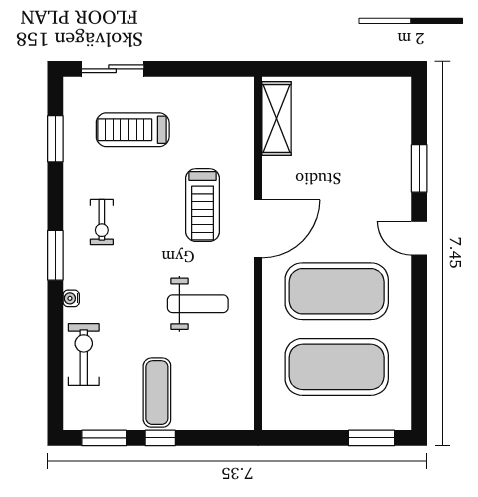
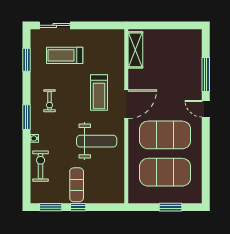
window: (419, 168) -> (206, 74), width x1.44
weight bench: (198, 304) -> (97, 141), width x1.36, depth x1.33
window: (371, 438) -> (171, 207), moved

